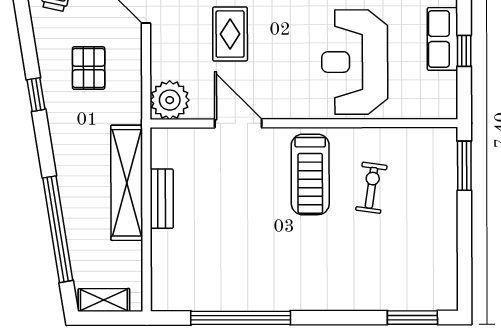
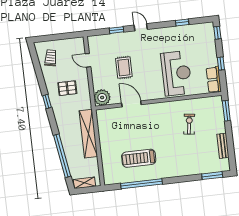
row of seats: (442, 39) -> (214, 80), moved
reception desk: (355, 62) -> (176, 73), turned 180
pallet: (89, 68) -> (67, 88), turned 90
treadmill: (310, 174) -> (139, 158), moved, turned 90
bench: (162, 199) -> (223, 146), moved

